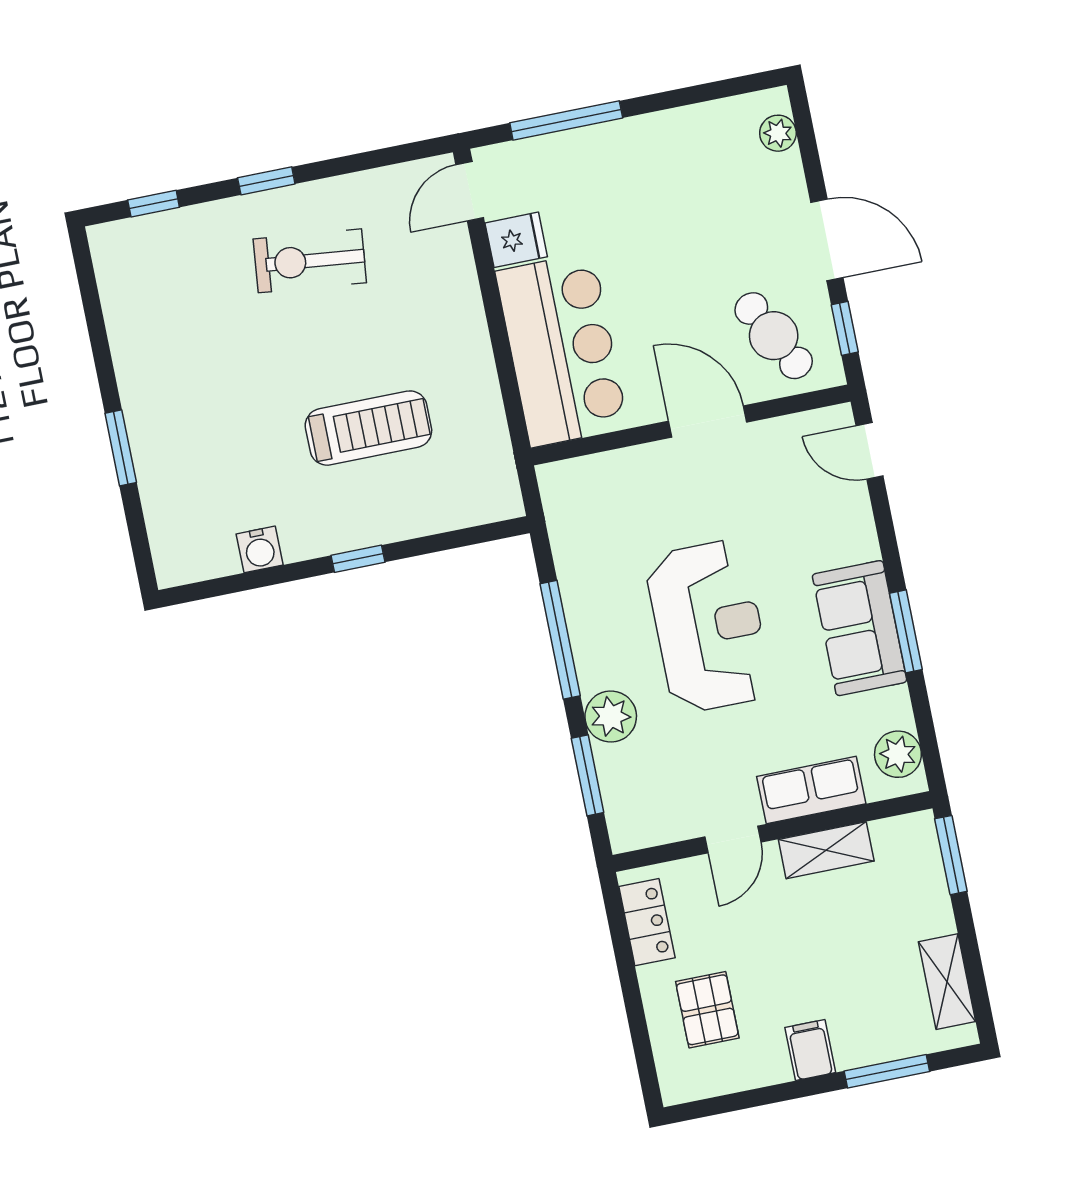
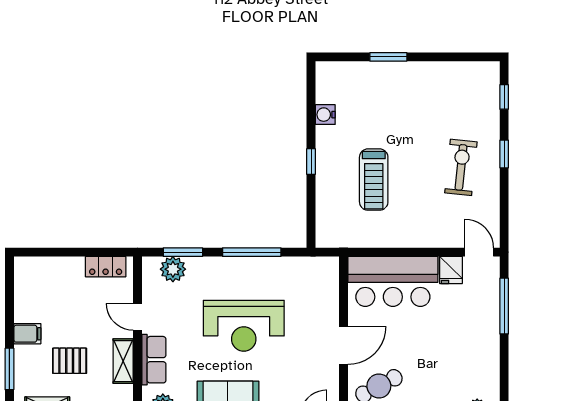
plant: (611, 717) -> (173, 269), moved
pallet: (707, 1010) -> (70, 361), moved

